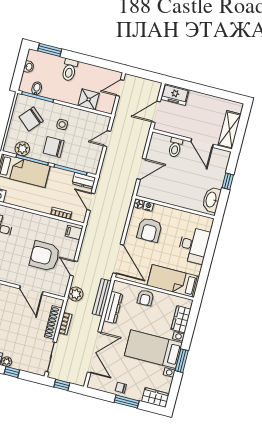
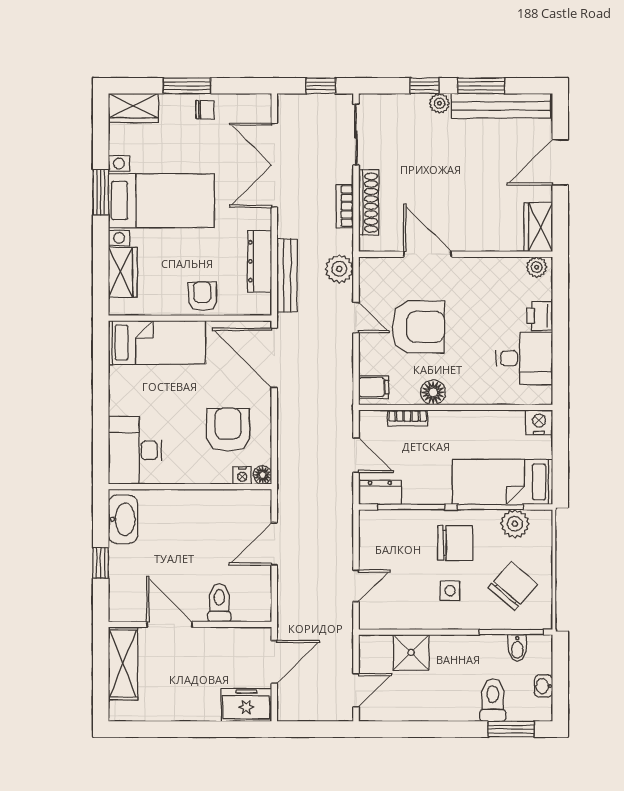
toilet: (69, 70) -> (493, 700), moved
floor lamp: (46, 223) -> (433, 392), added
desk: (194, 245) -> (135, 450), moved

